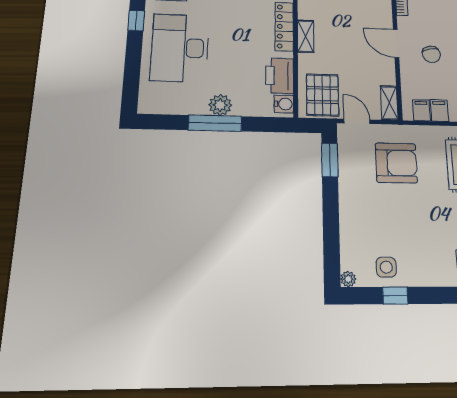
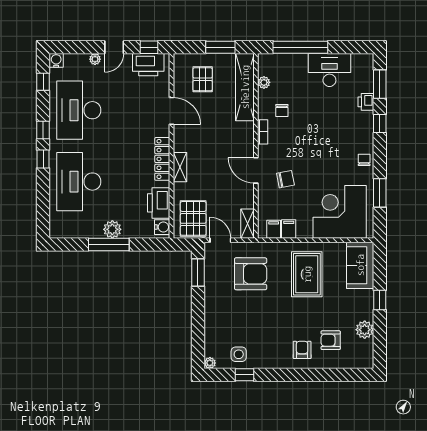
chair: (431, 54) -> (285, 179), turned -88

